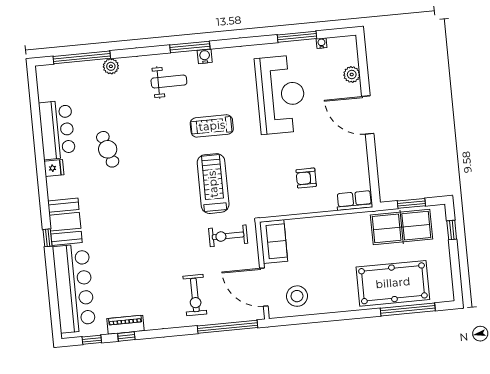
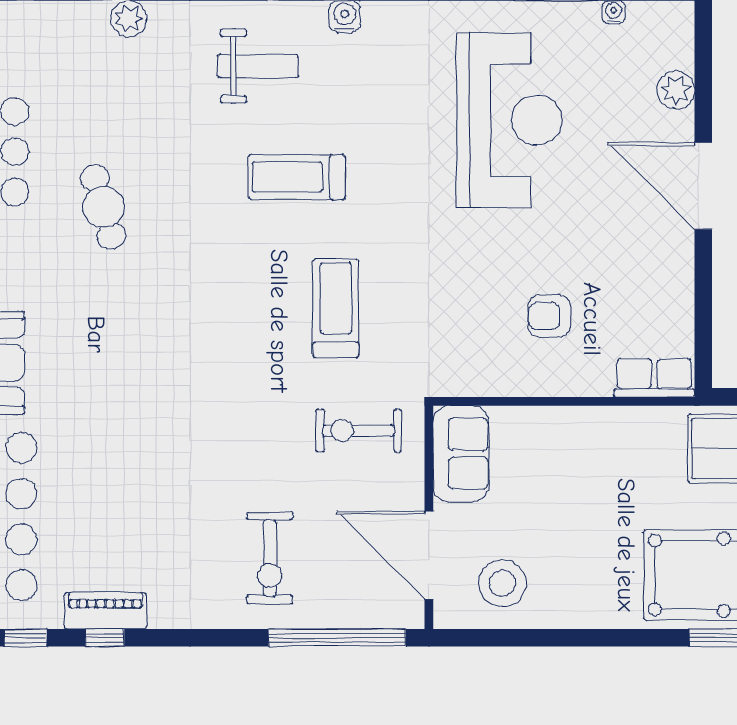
treadmill: (212, 126) -> (297, 177), moved
treadmill: (213, 184) -> (336, 308), width x0.73, depth x0.73

